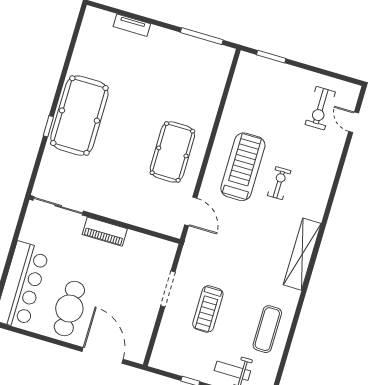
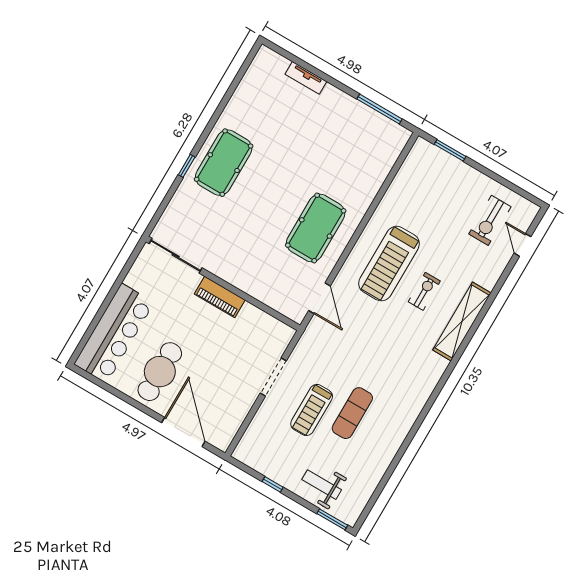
pool table: (79, 116) -> (224, 163), width x0.73, depth x0.76
treadmill: (243, 167) -> (389, 264), turned 180
shelving: (302, 254) -> (462, 321), moved
exercise mat: (267, 329) -> (352, 413), moved

